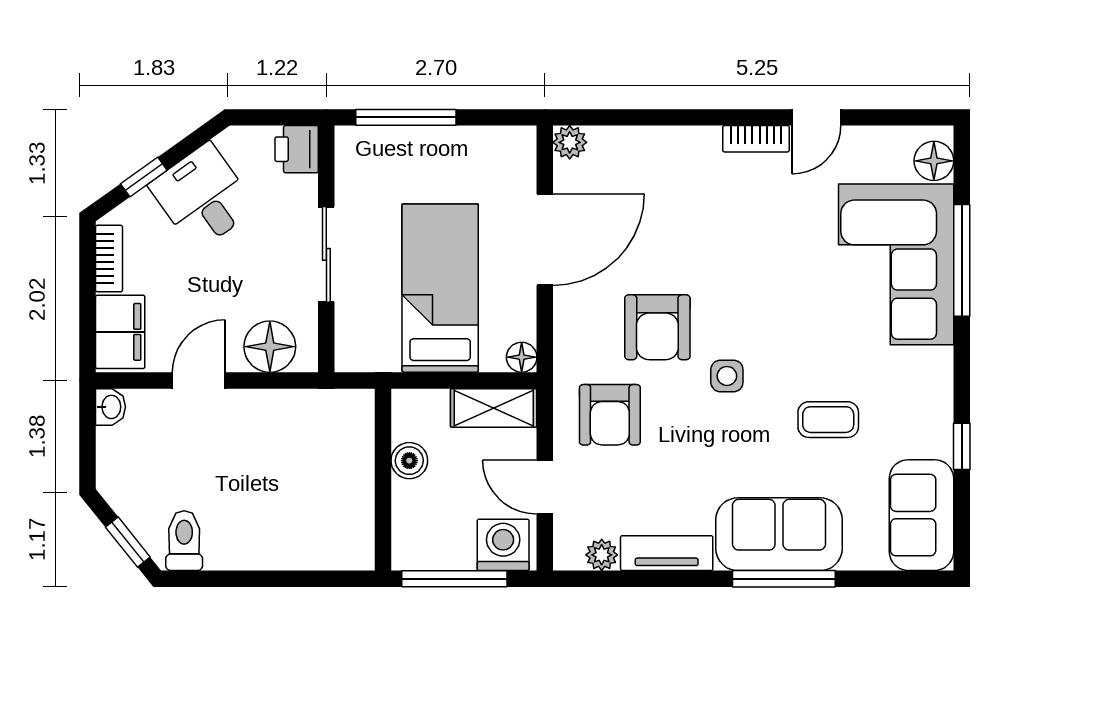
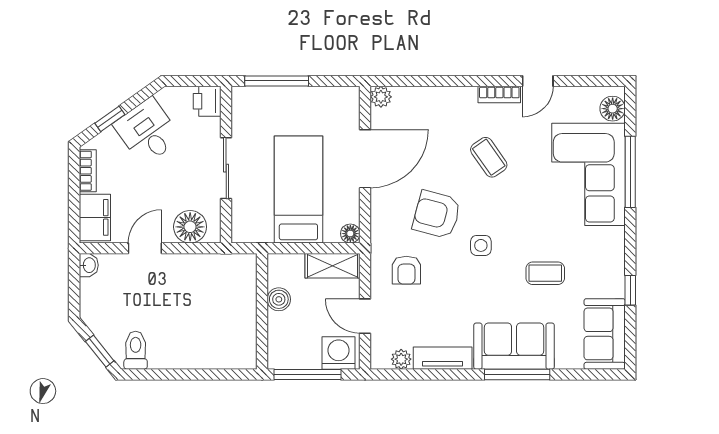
coffee table: (739, 237) -> (489, 157), added
armchair: (657, 327) -> (437, 214), turned 105
armchair: (610, 415) -> (406, 270), width x0.72, depth x0.72

